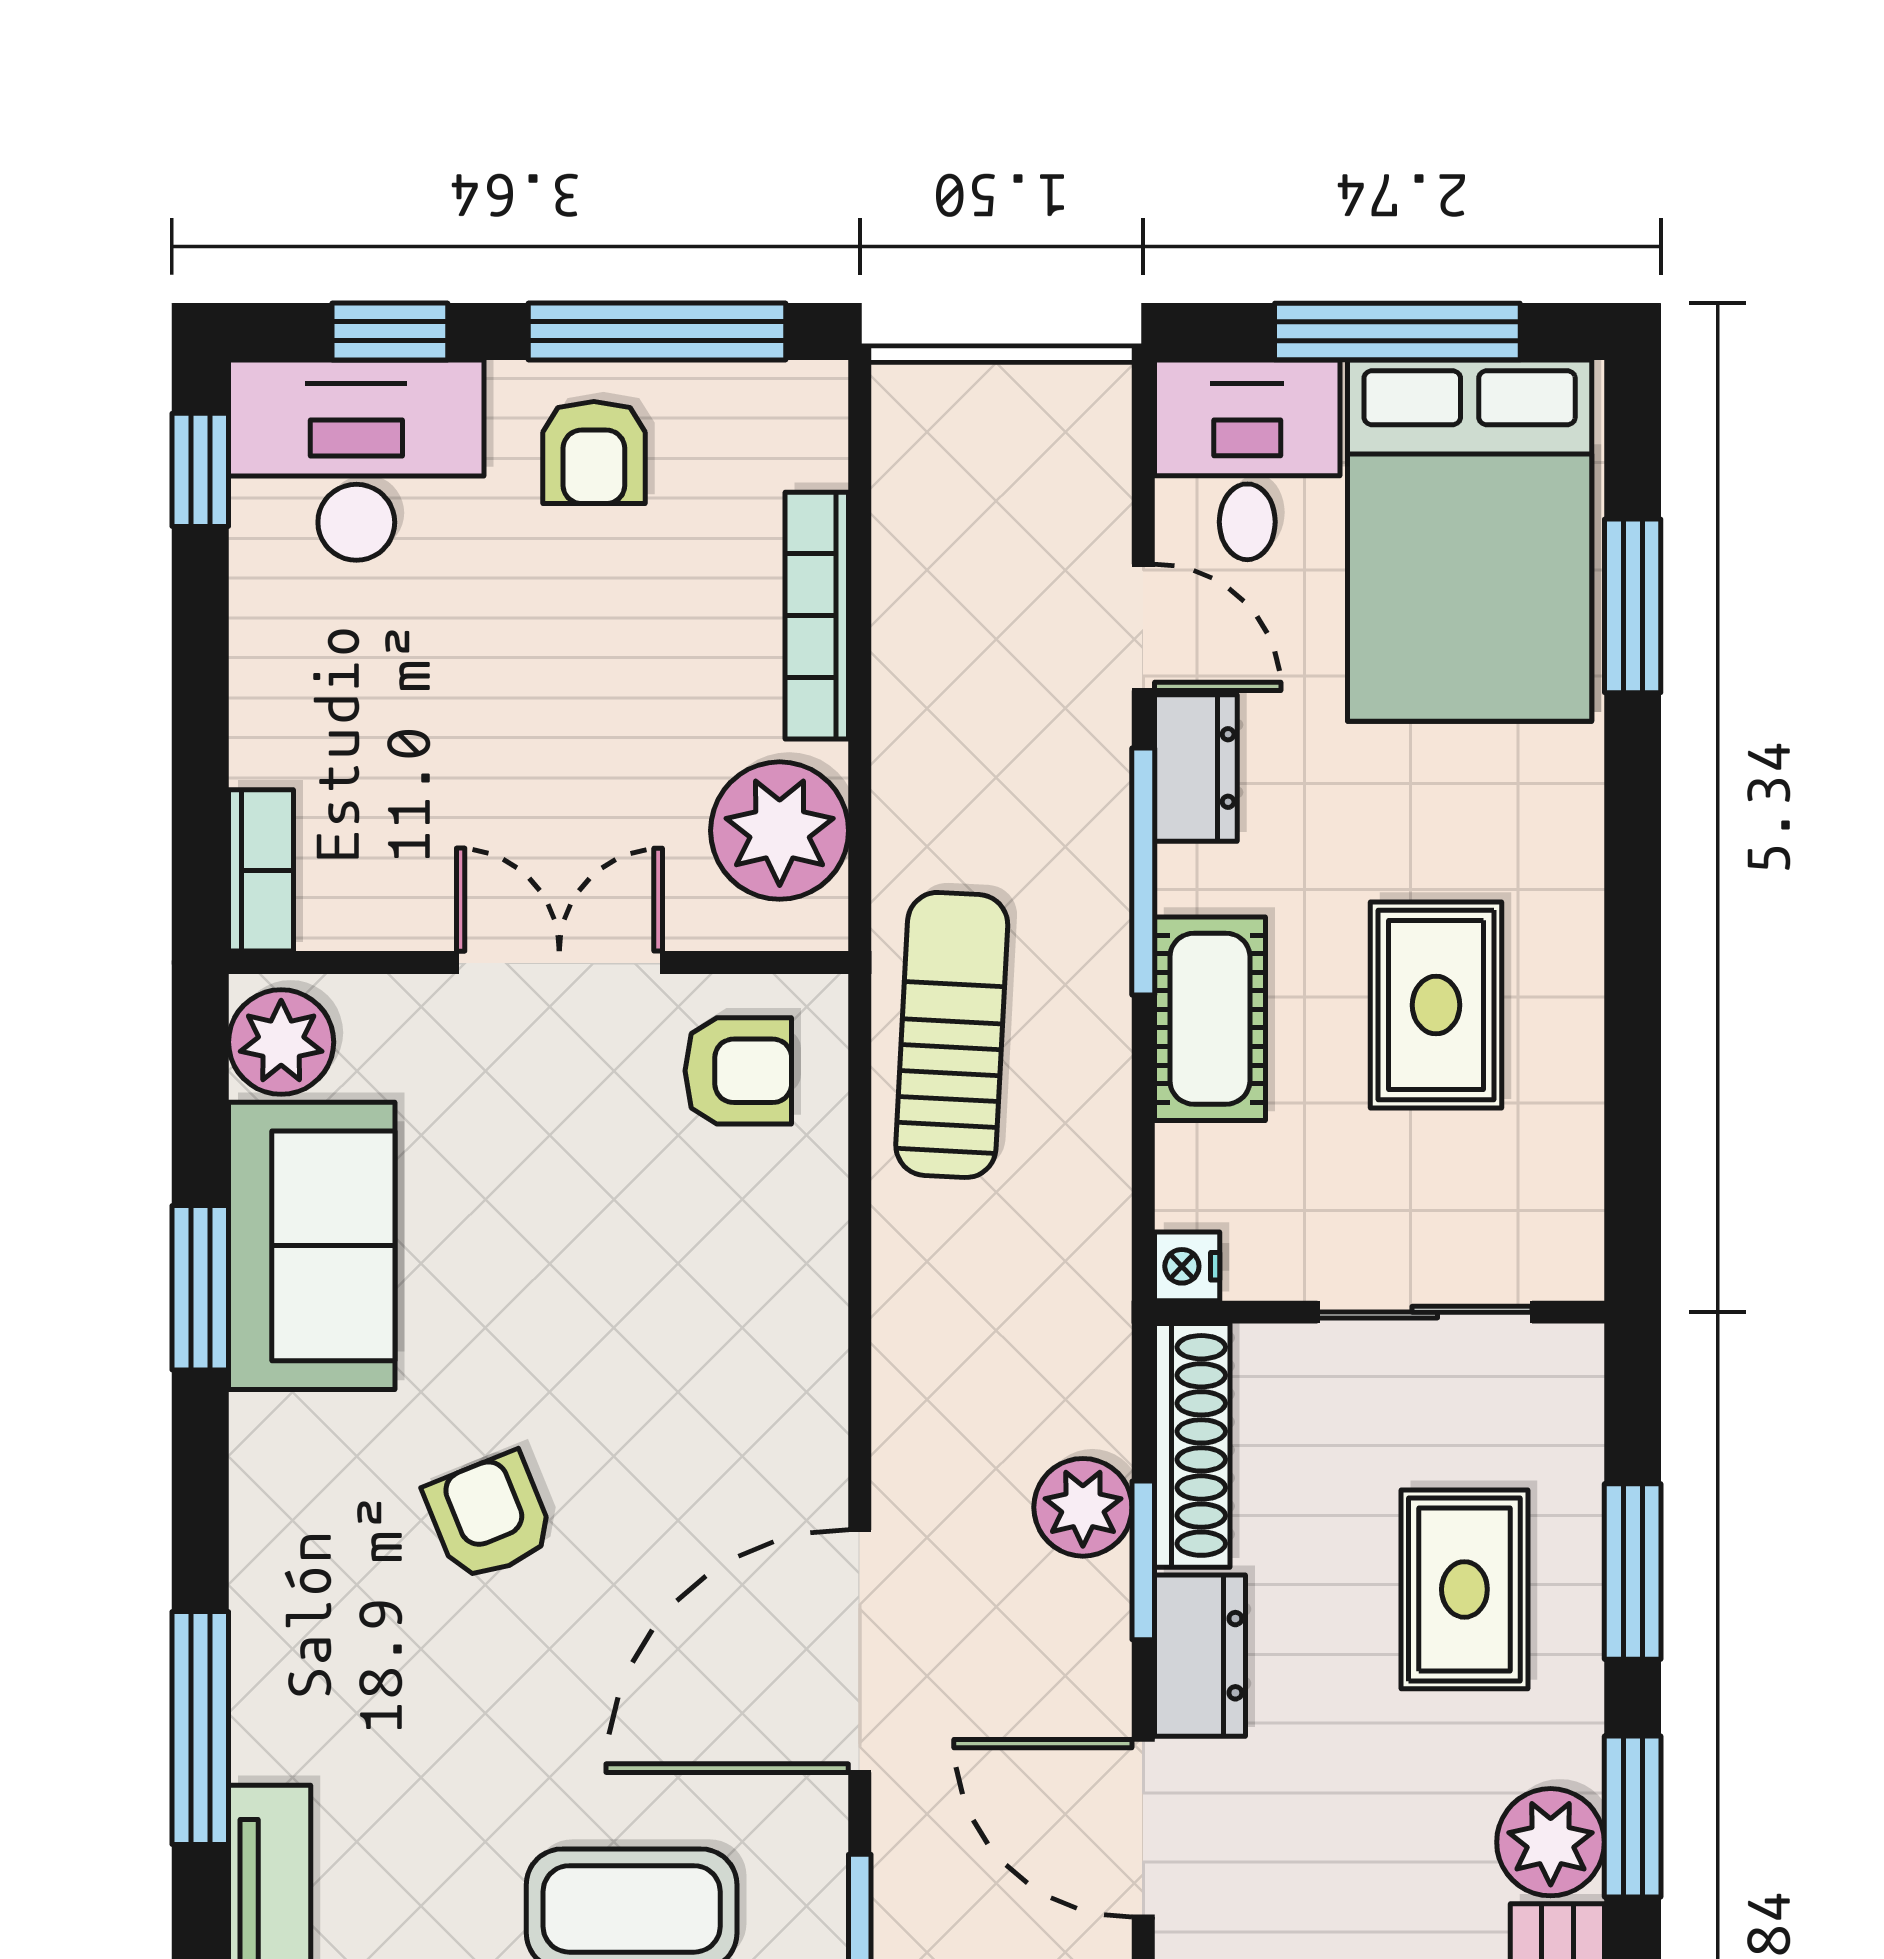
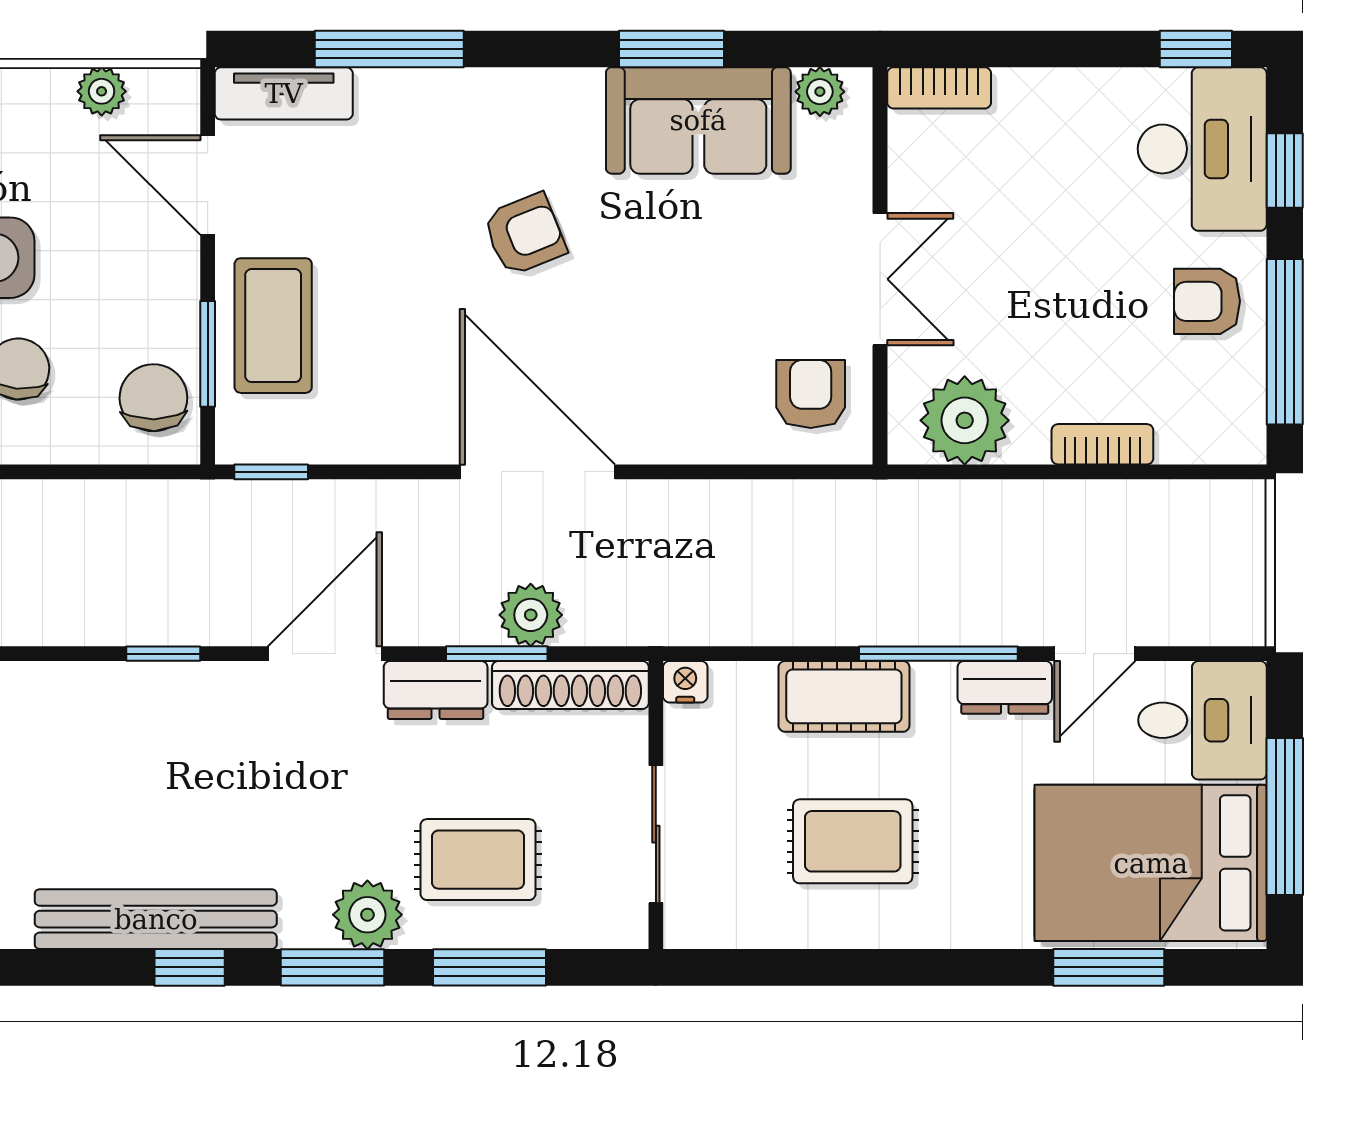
bookcase: (817, 616) -> (1102, 444), width x0.64
sun lounger: (952, 1035) -> (834, 531), removed
plant: (281, 1042) -> (820, 92), width x0.73, depth x0.73
armchair: (738, 1071) -> (811, 394), turned 180
door: (860, 1651) -> (537, 472), moved
plant: (1551, 1842) -> (367, 915), moved

